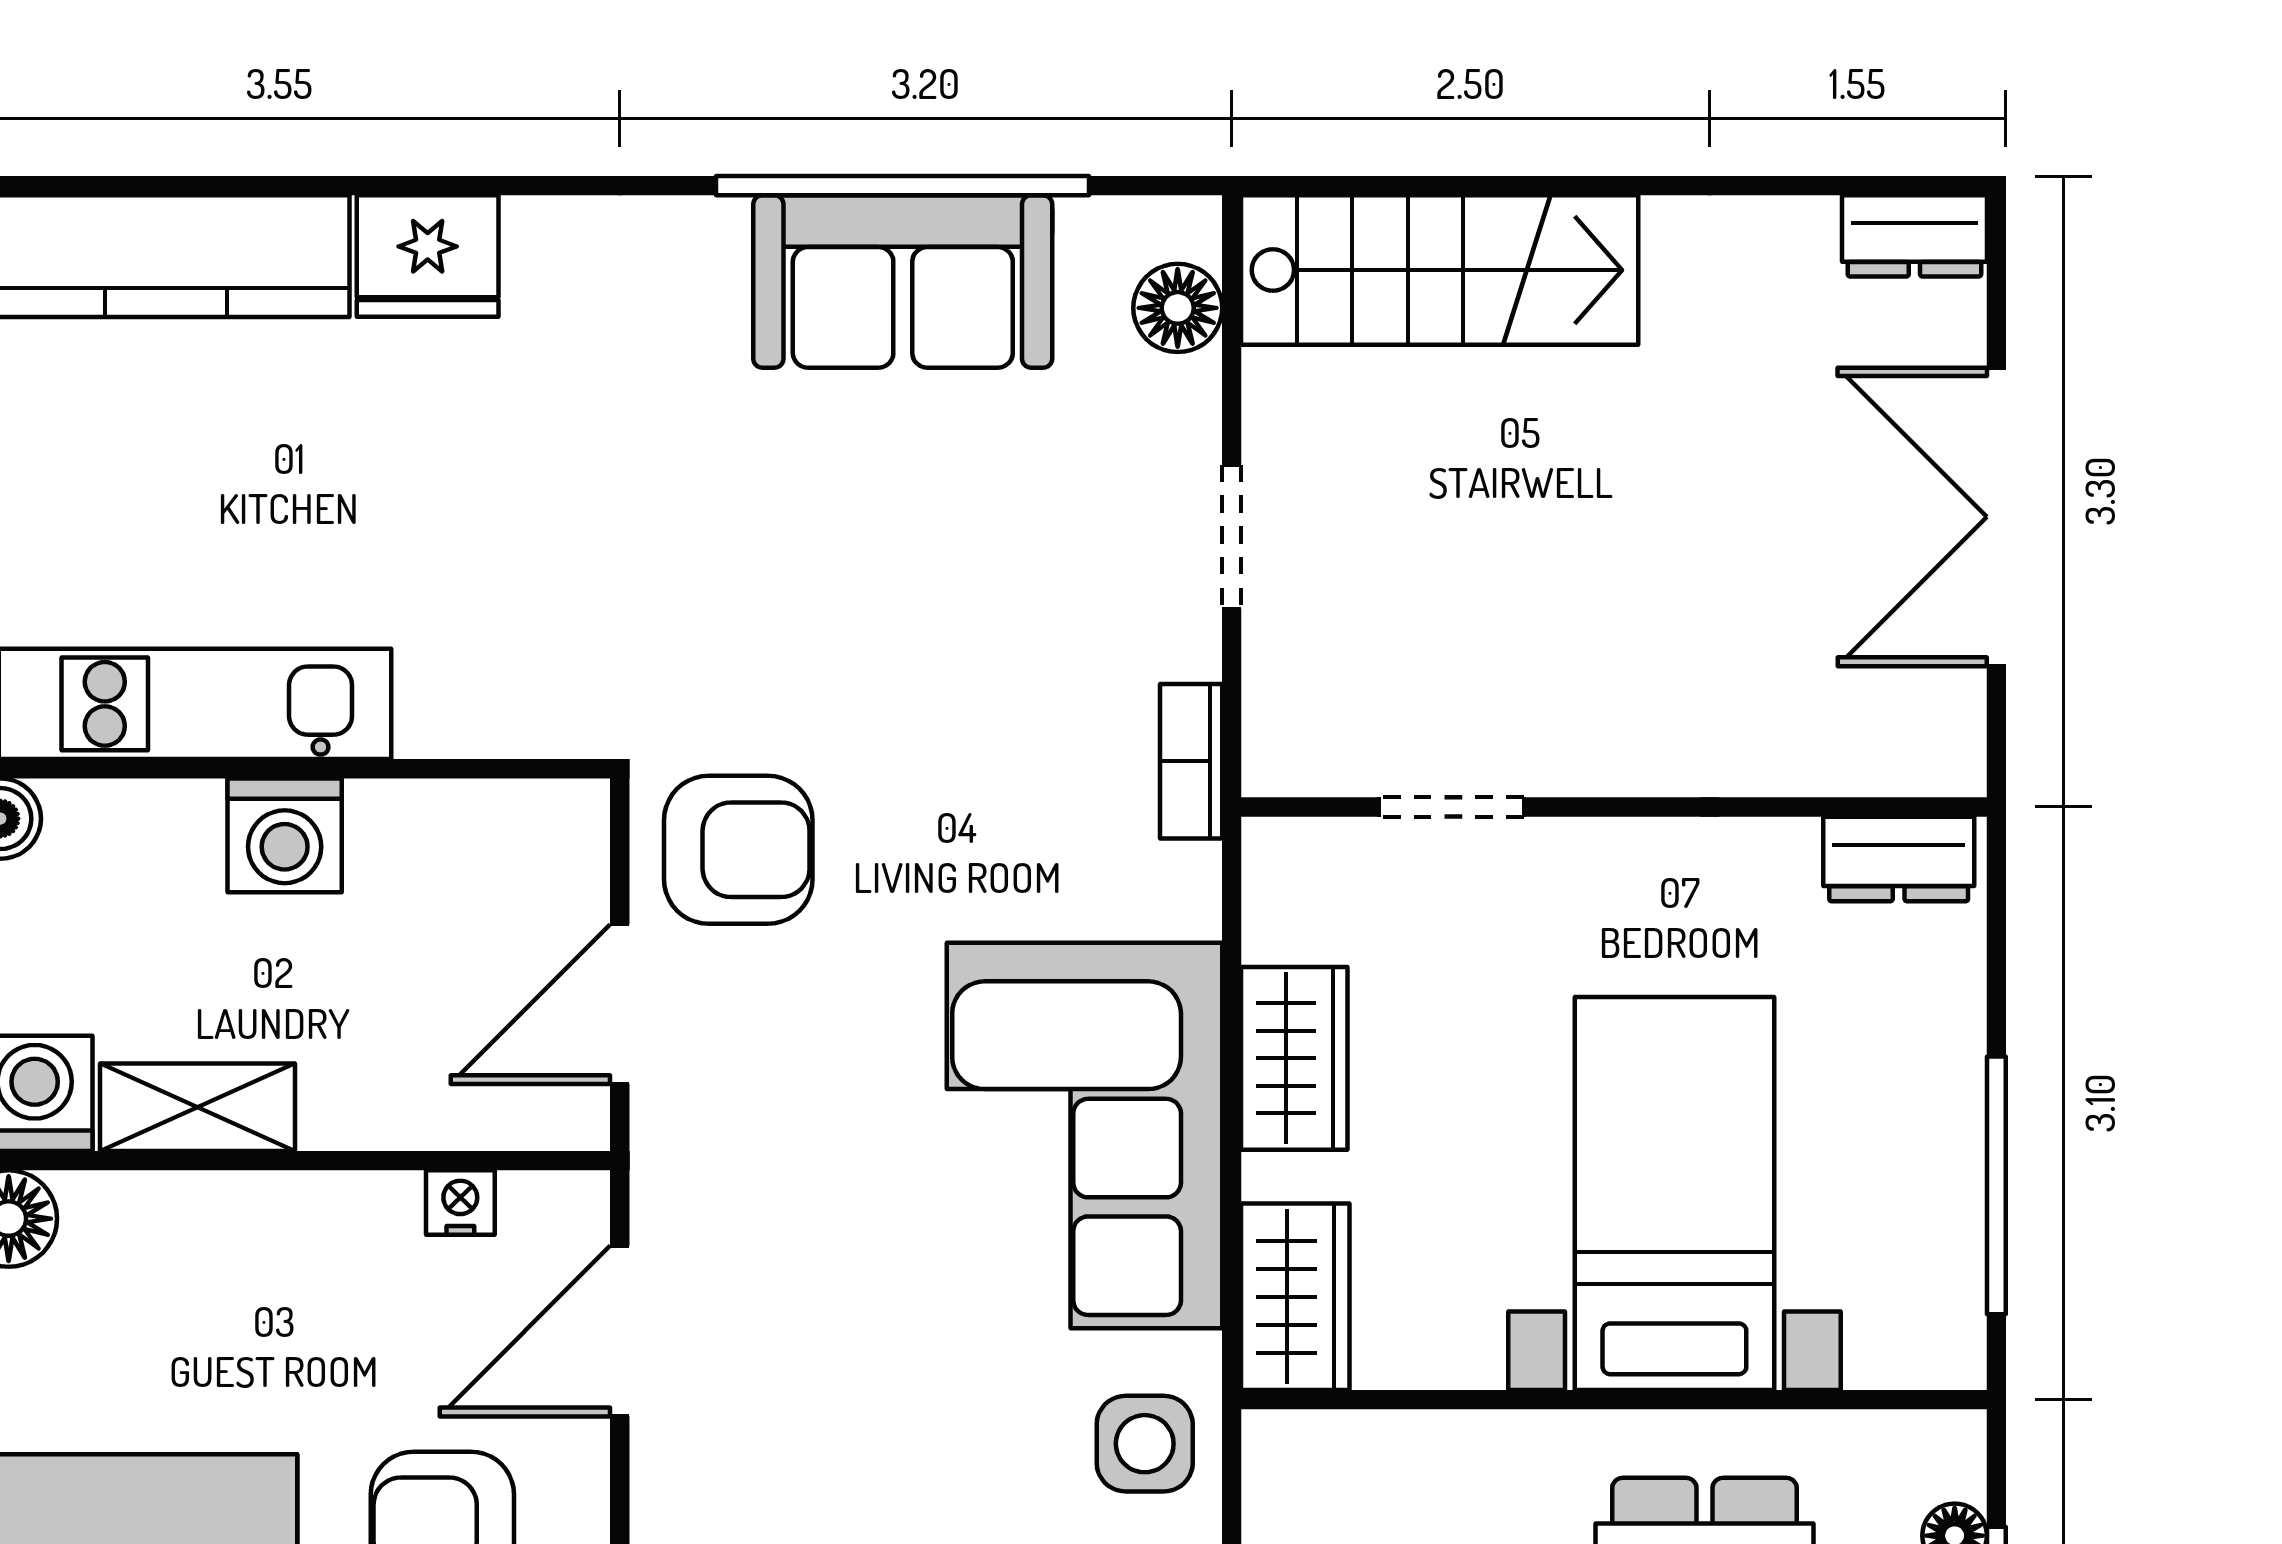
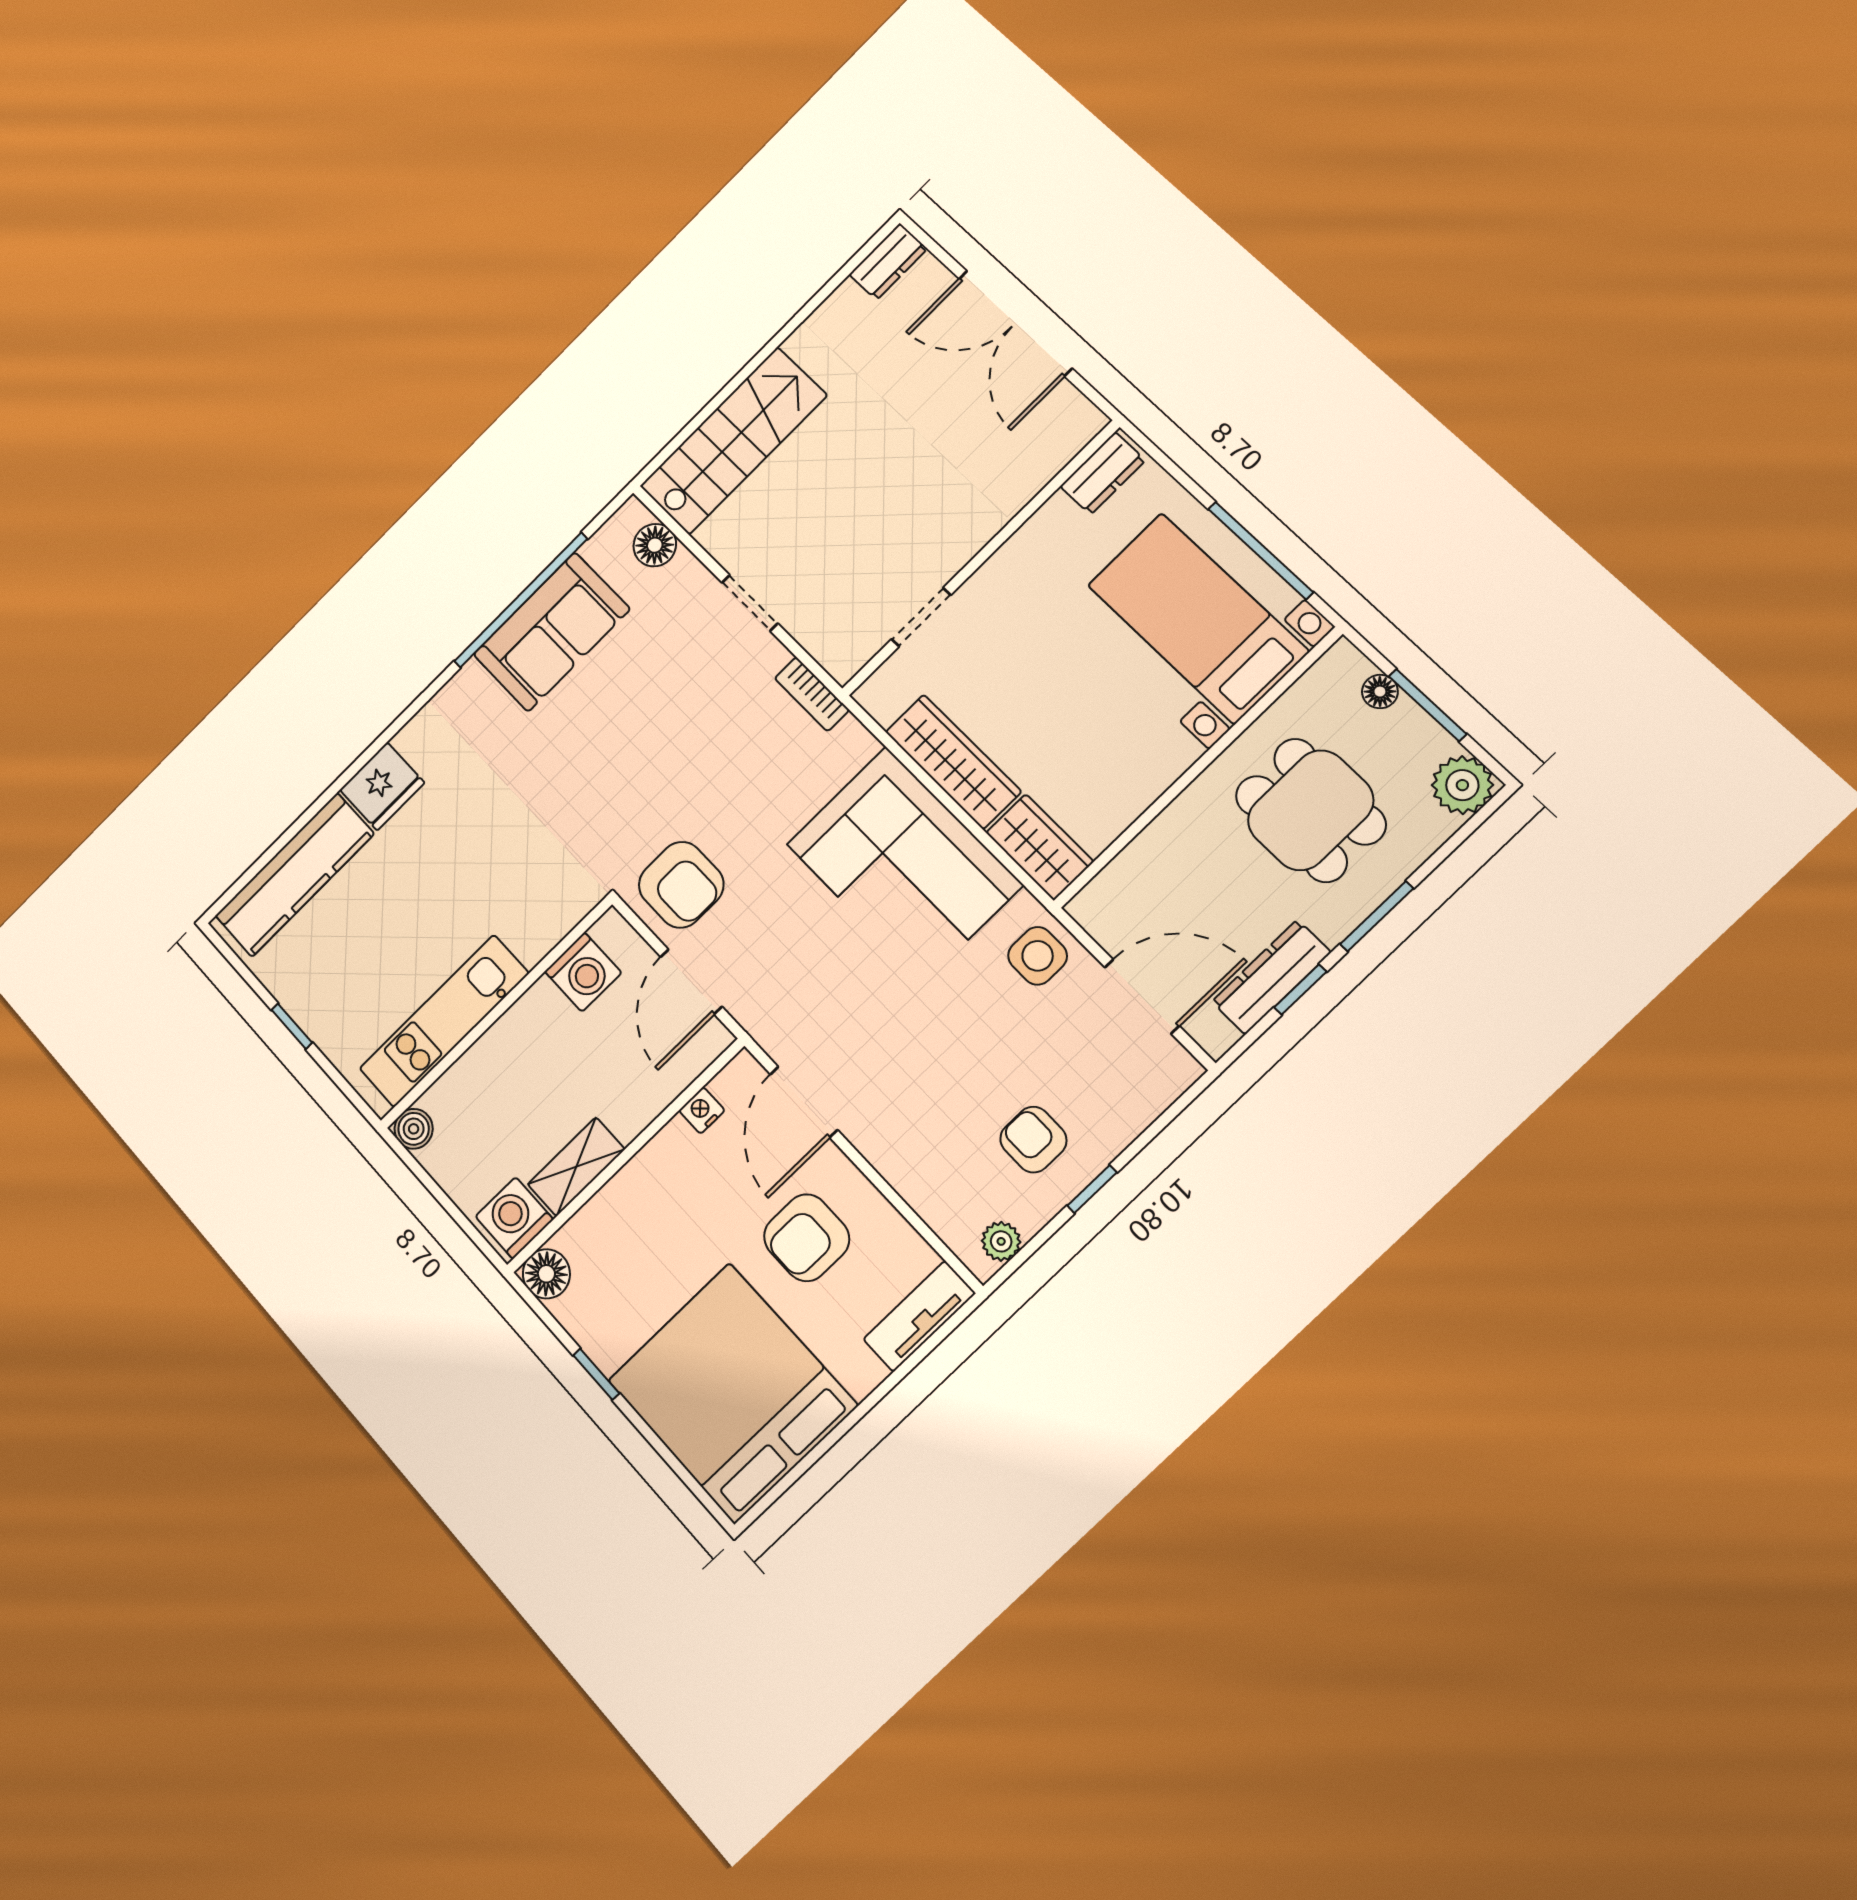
washing machine: (285, 835) -> (583, 972), moved
armchair: (738, 850) -> (681, 885), turned 90
wardrobe: (1294, 1058) -> (953, 762), width x1.50
bed with nightstands: (1674, 1194) -> (1198, 618), moved

